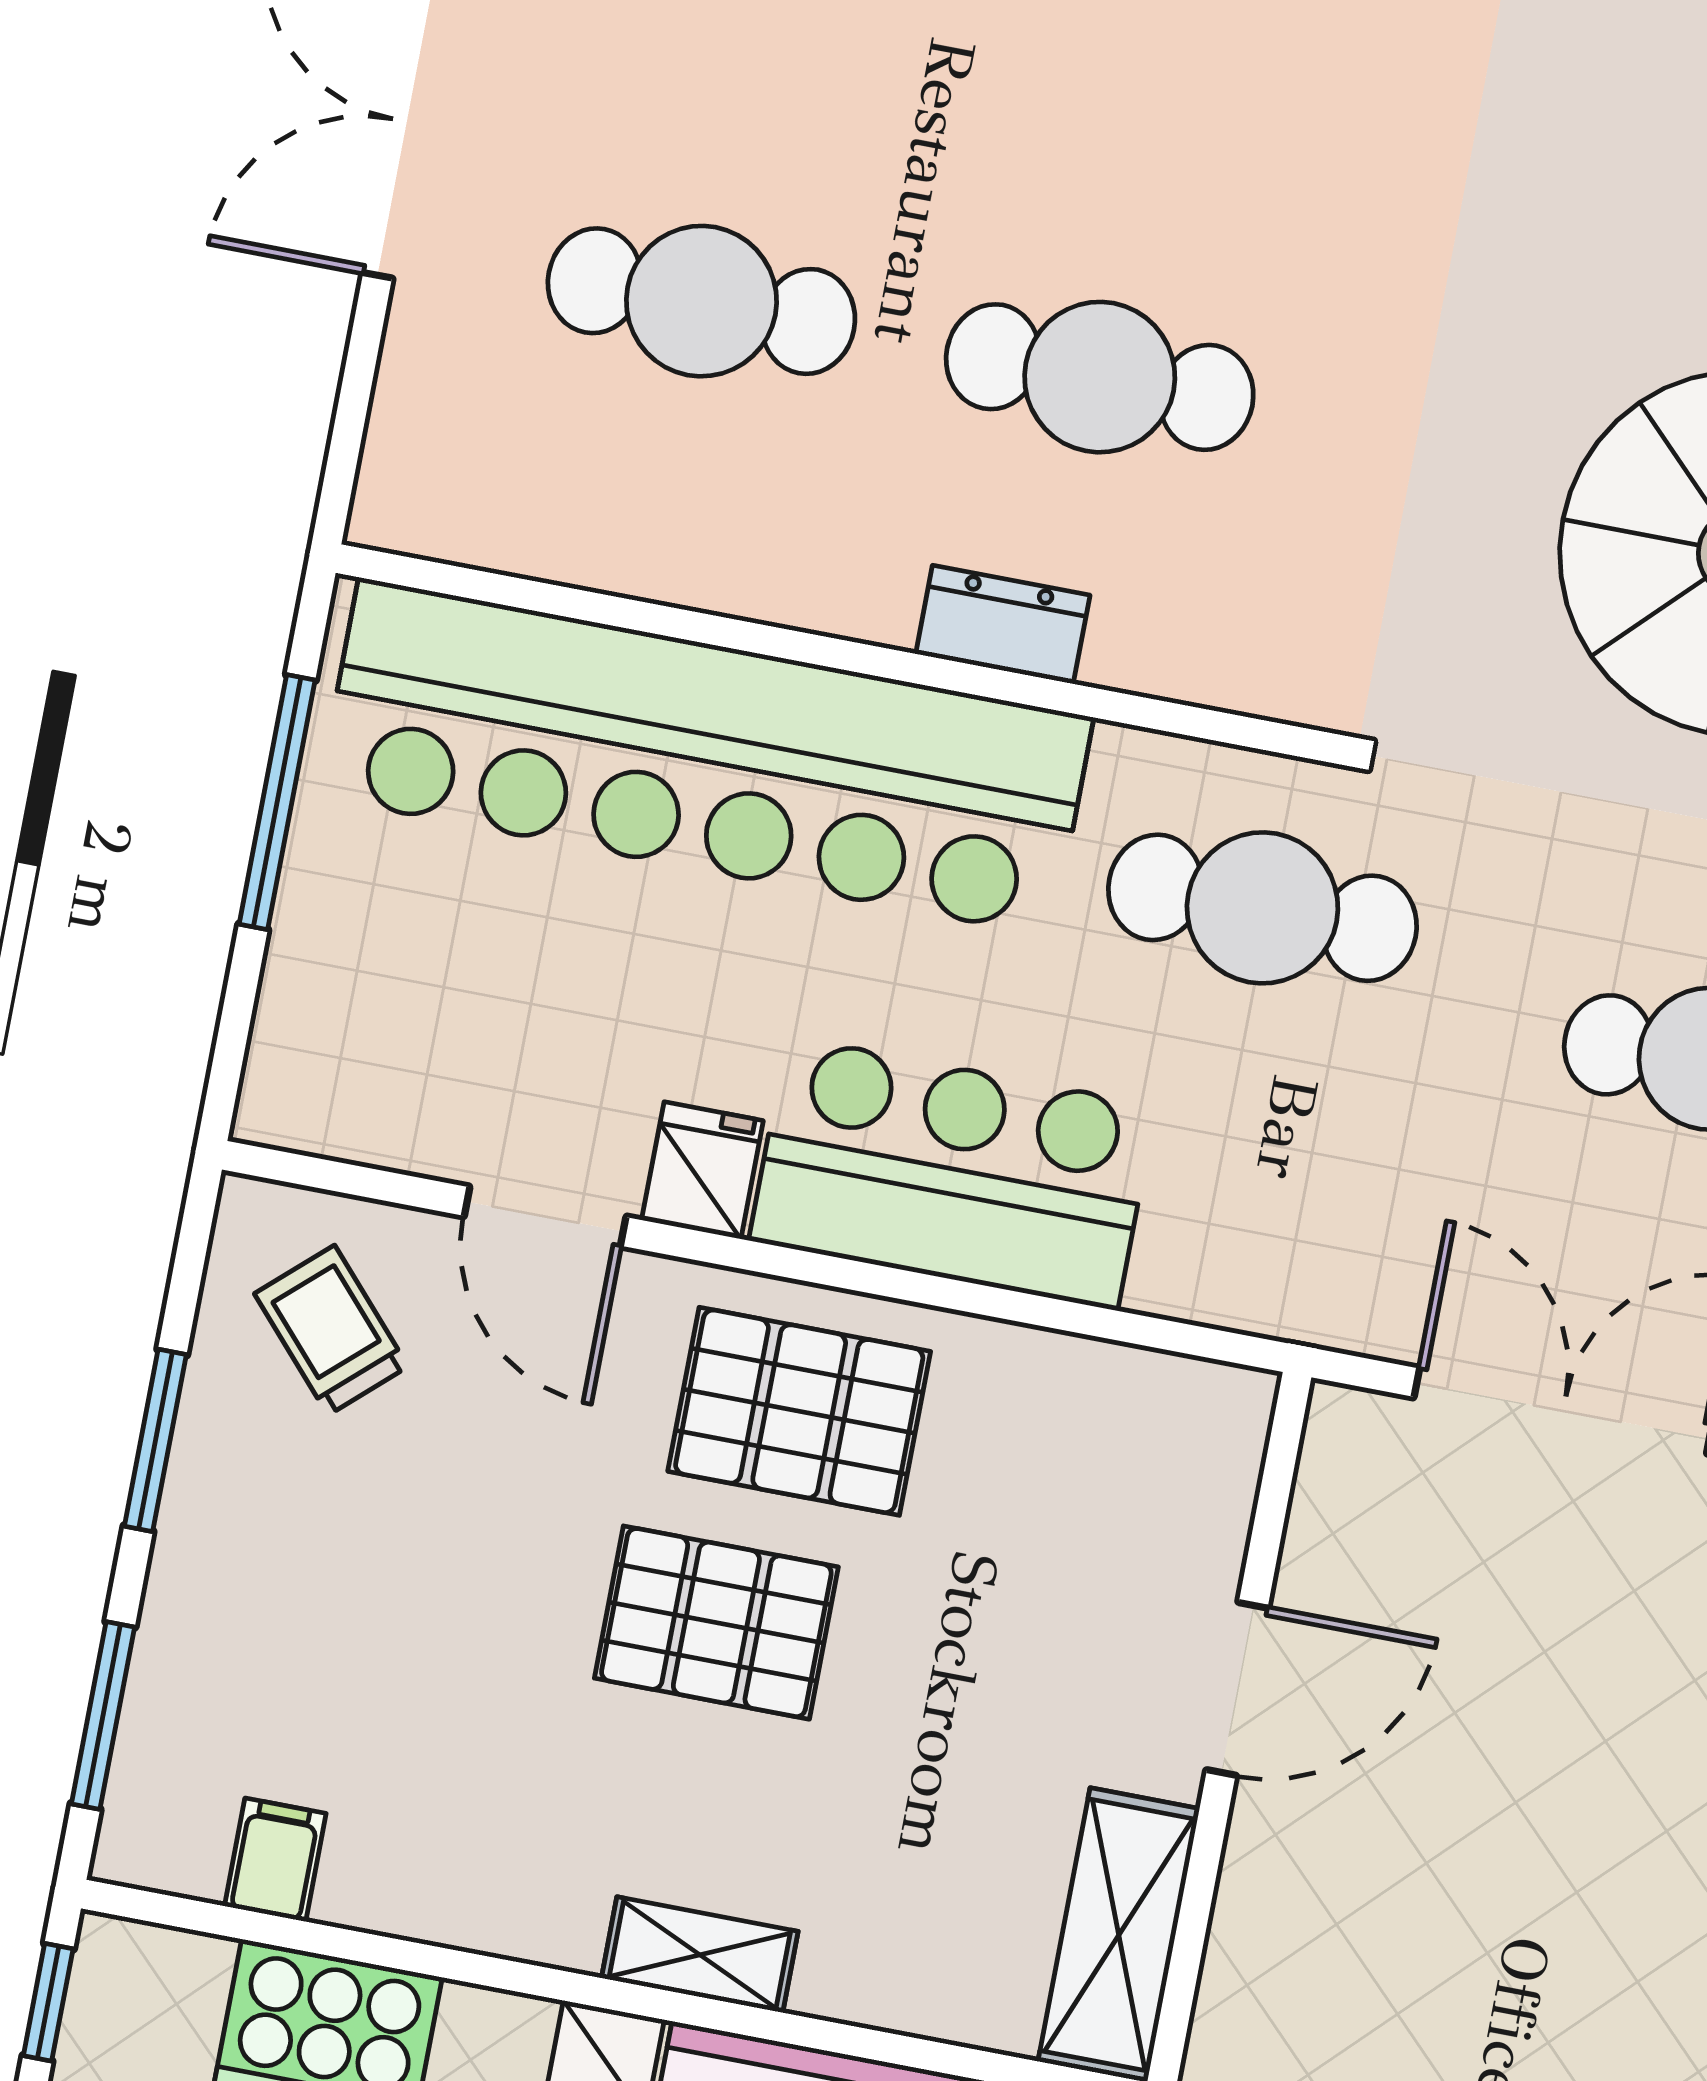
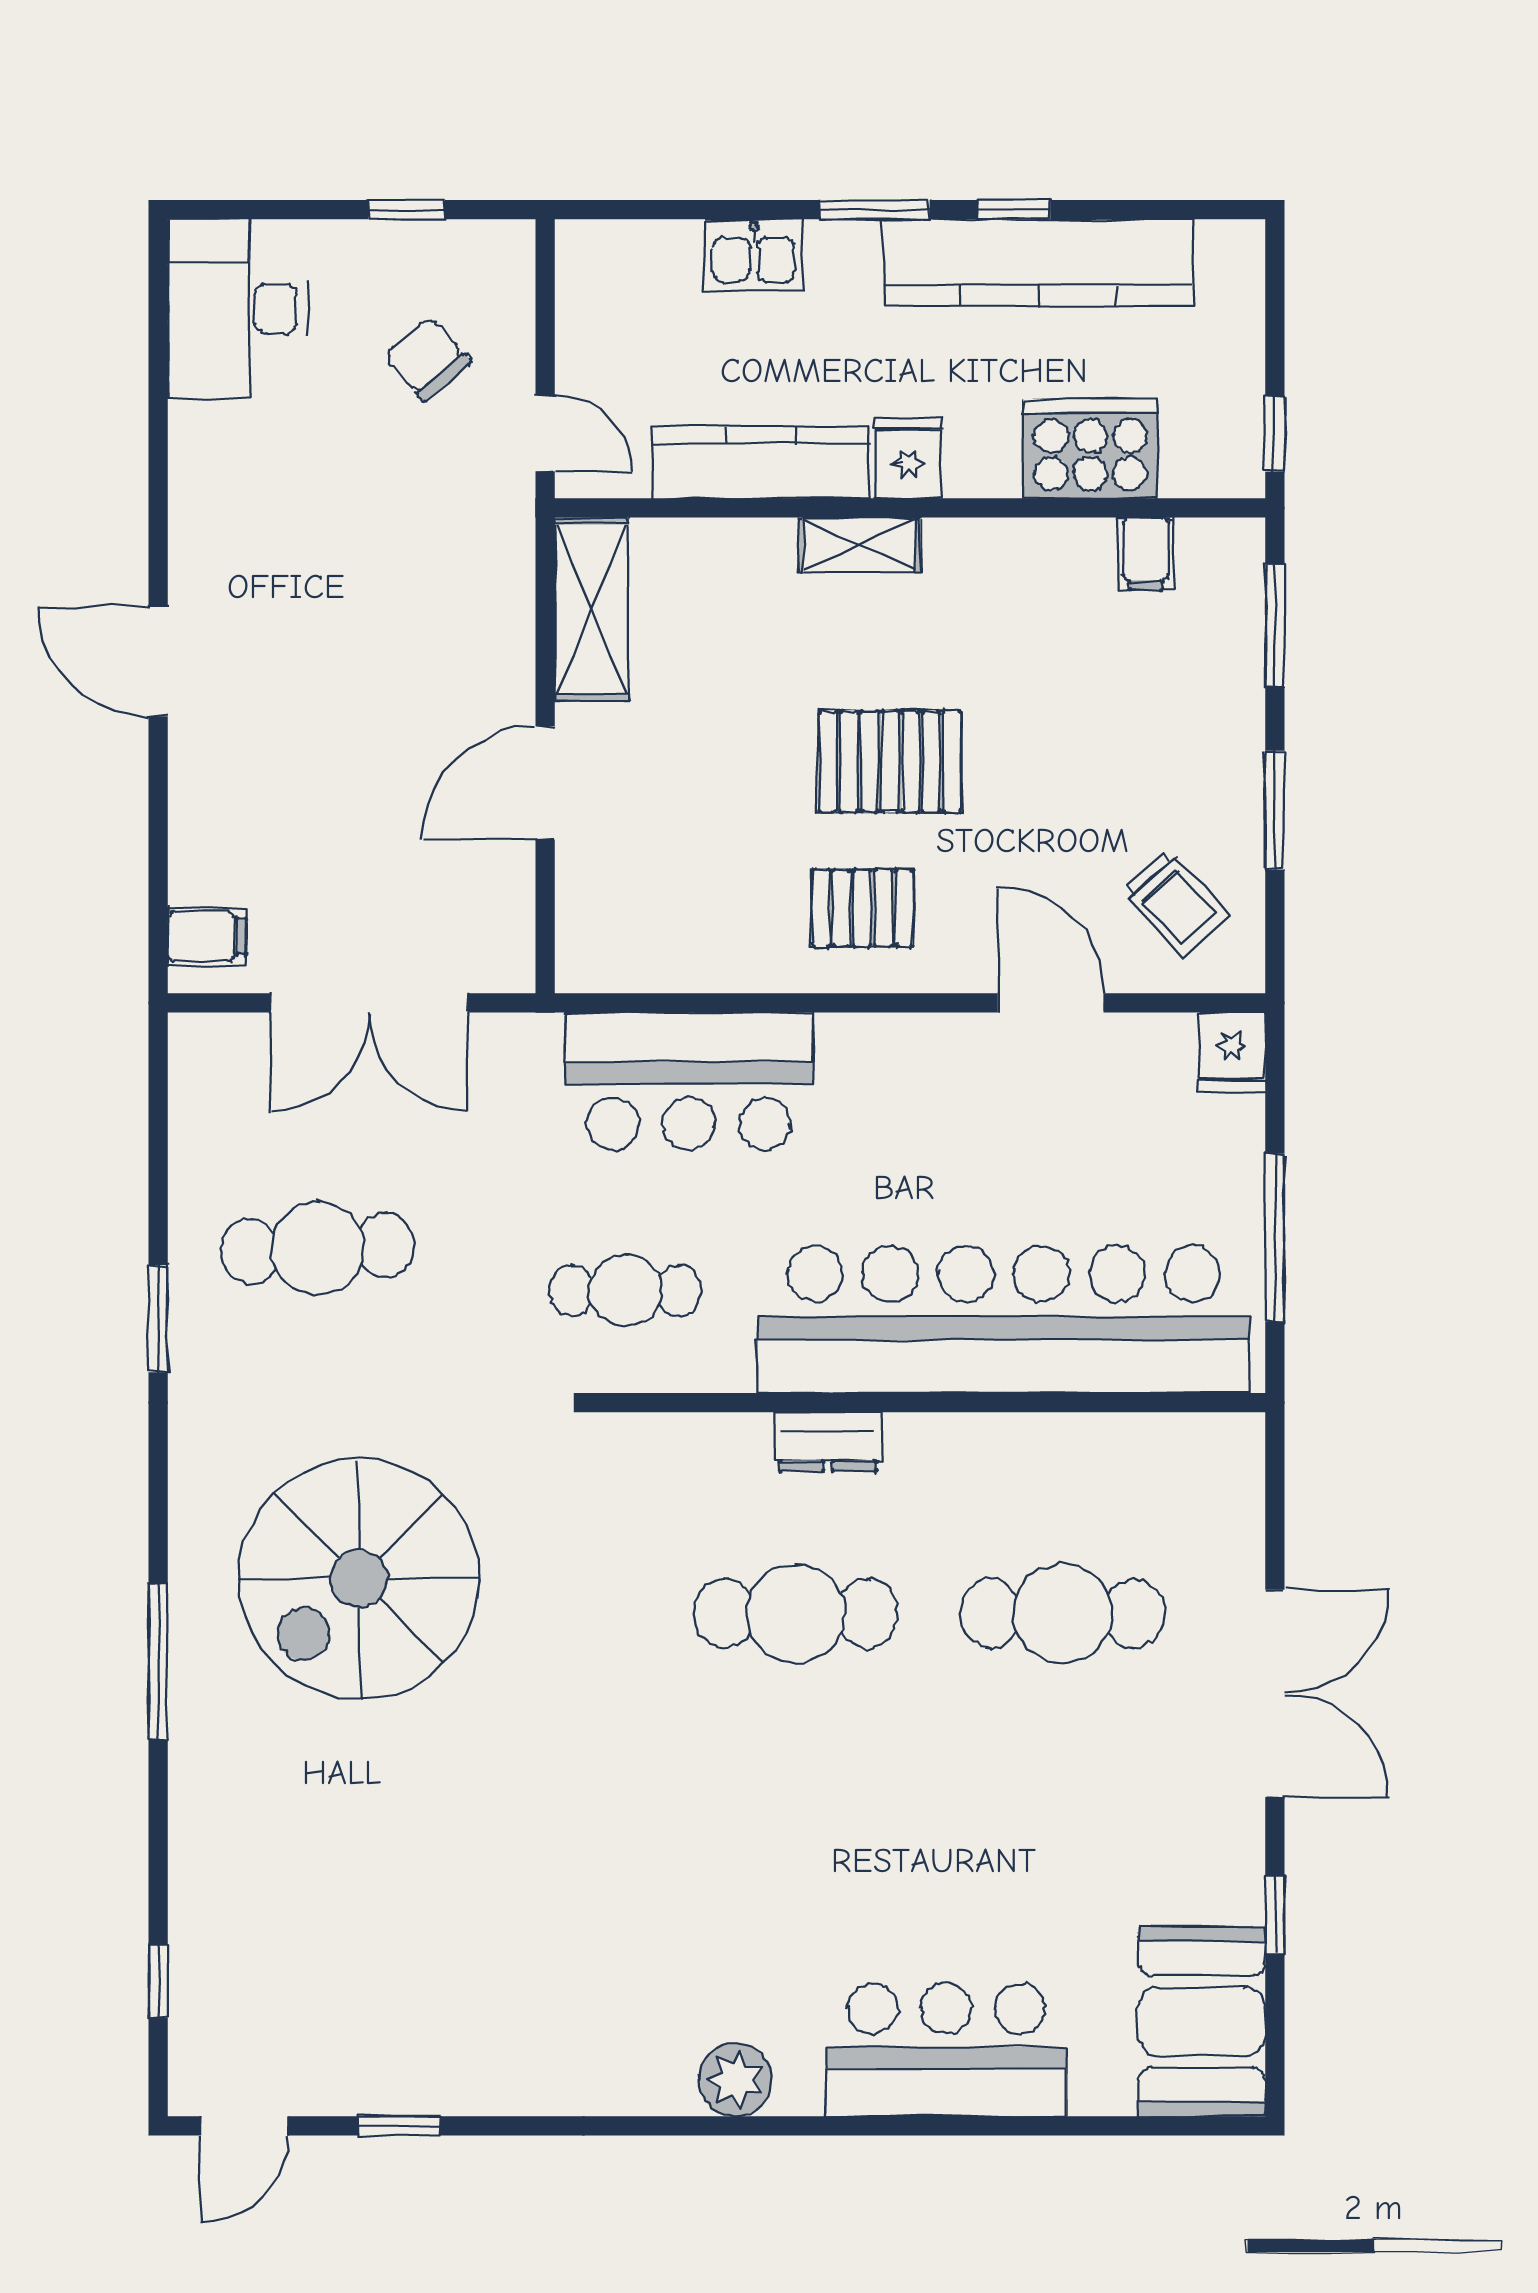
cafe table: (1262, 908) -> (625, 1291), width x0.73, depth x0.74
fridge: (702, 1170) -> (1232, 1052), moved
bar counter: (953, 1173) -> (689, 1081), moved
pallet: (799, 1411) -> (862, 908), width x0.67, depth x0.71

